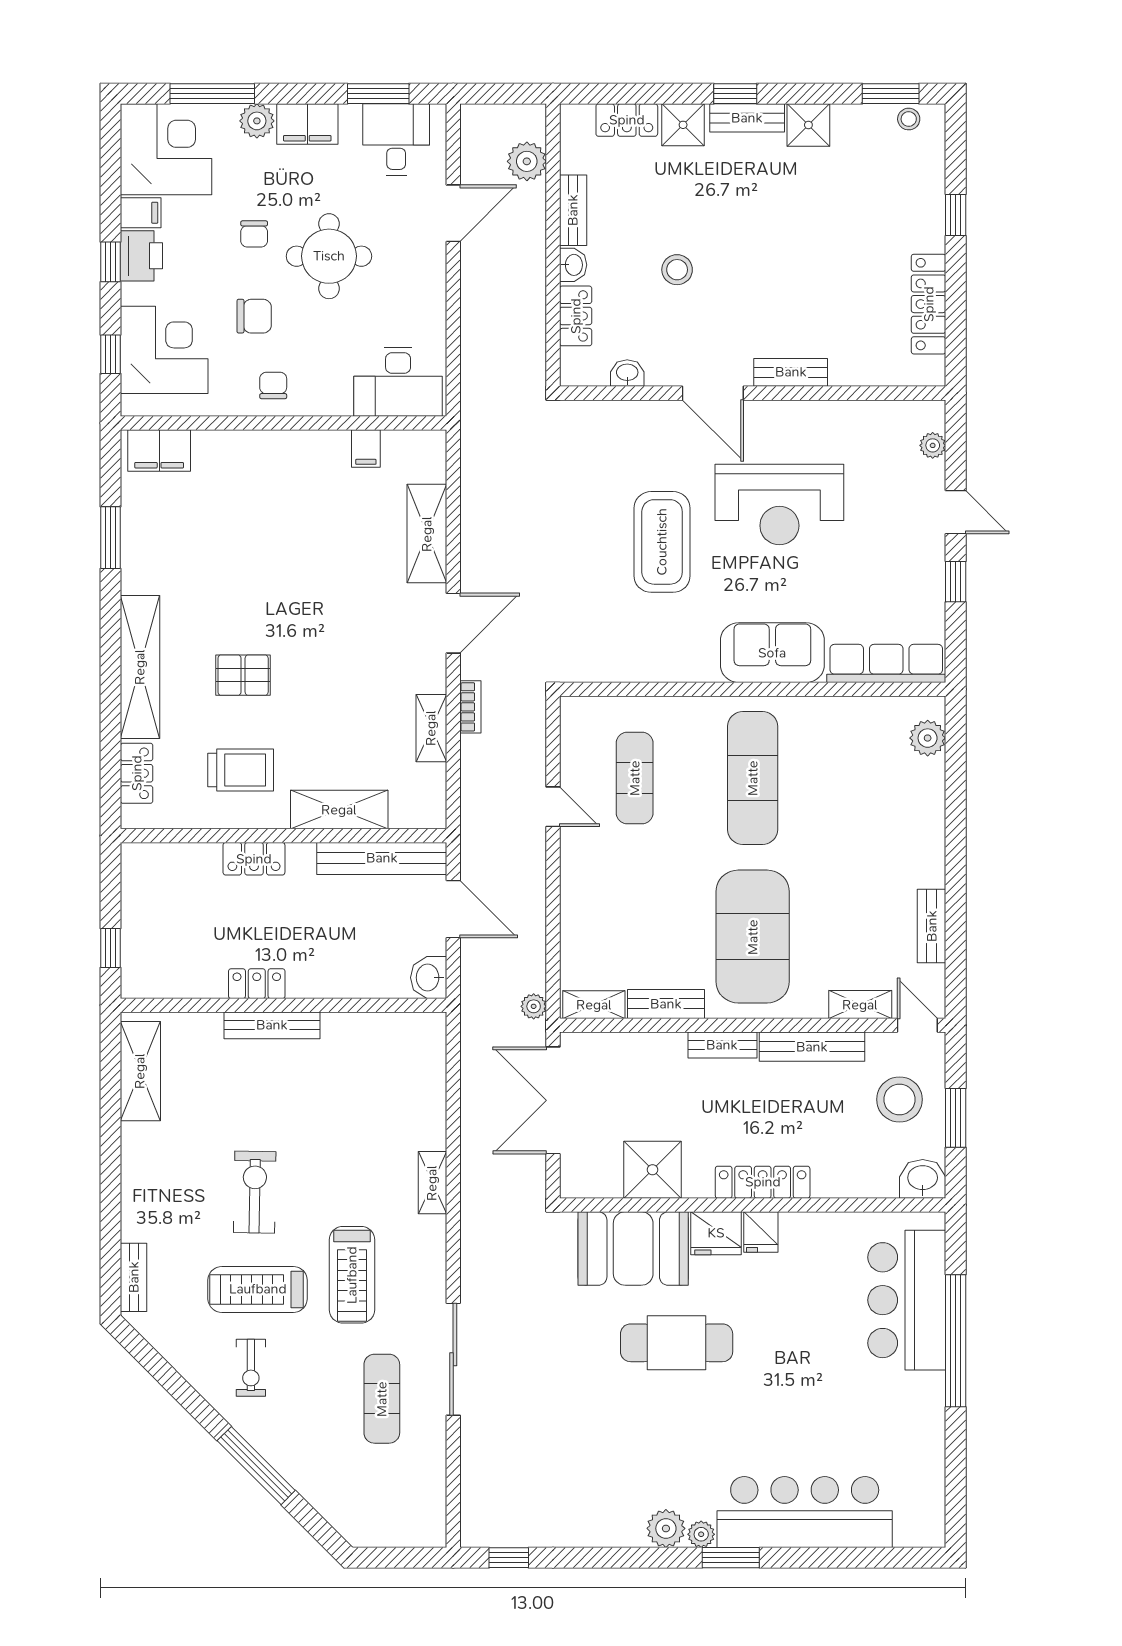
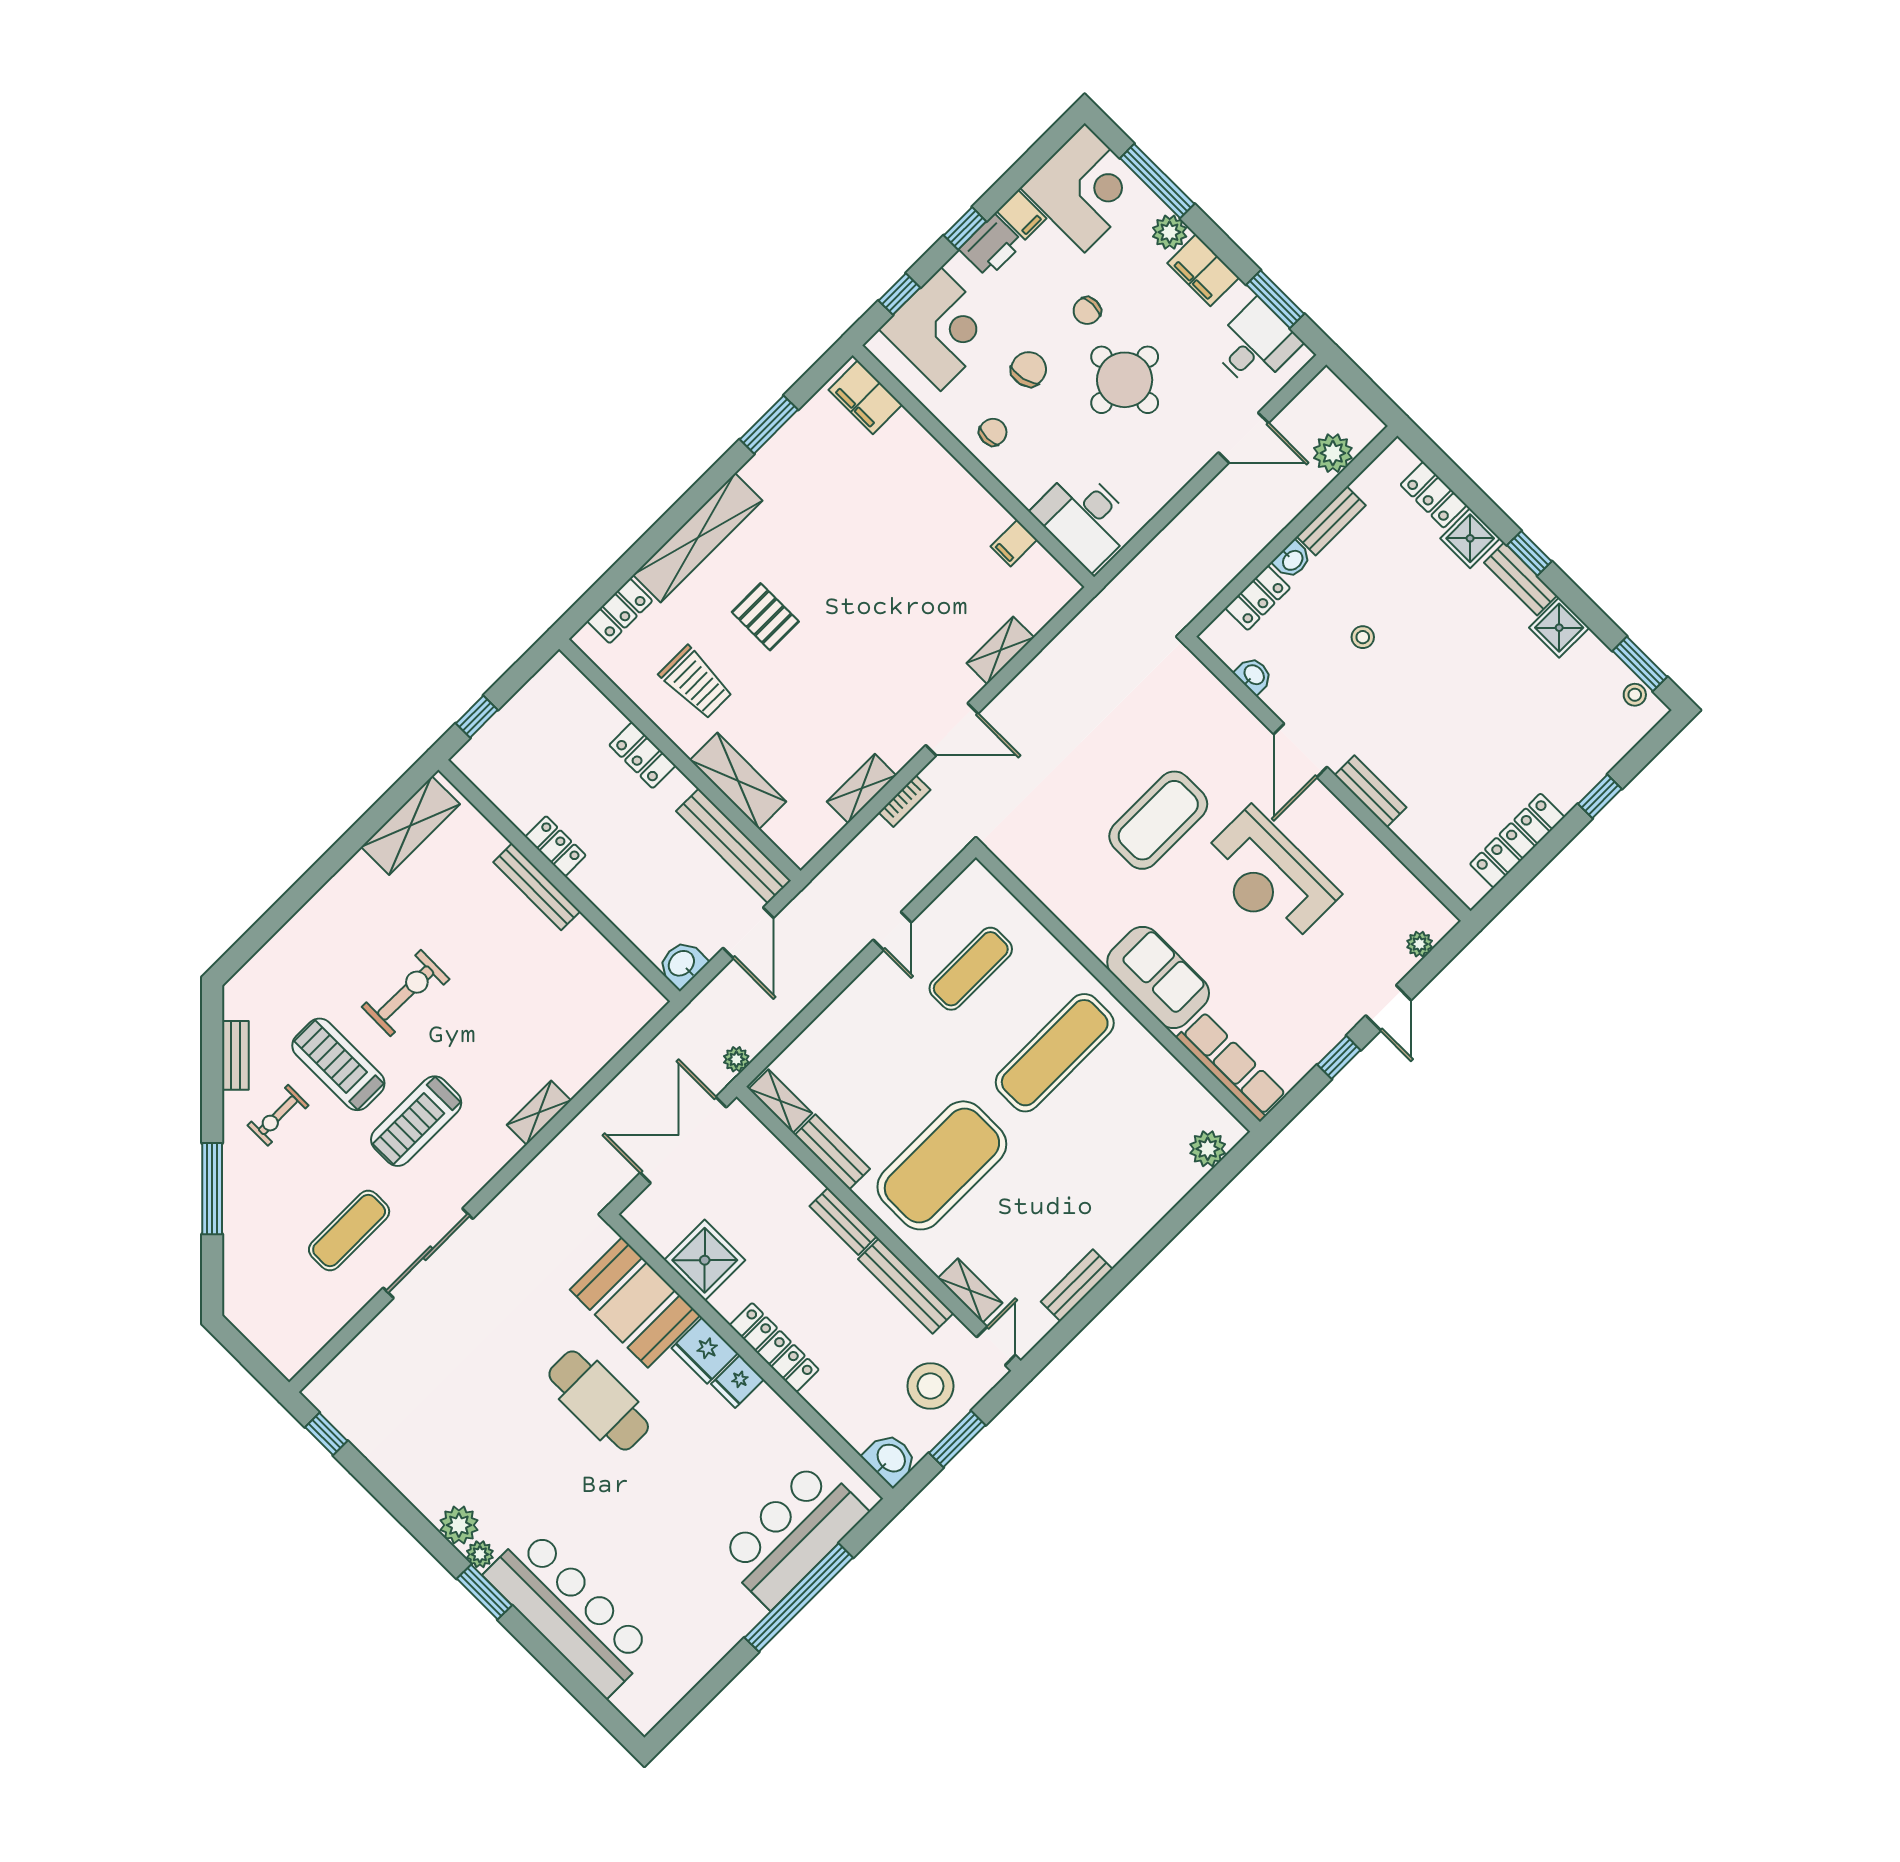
stool: (677, 270) -> (1363, 637), width x0.73, depth x0.73
chair: (254, 316) -> (1029, 369), turned -103
shelving: (427, 534) -> (1000, 650), width x0.67, depth x0.75
bench: (134, 1277) -> (235, 1055), moved, turned -45

